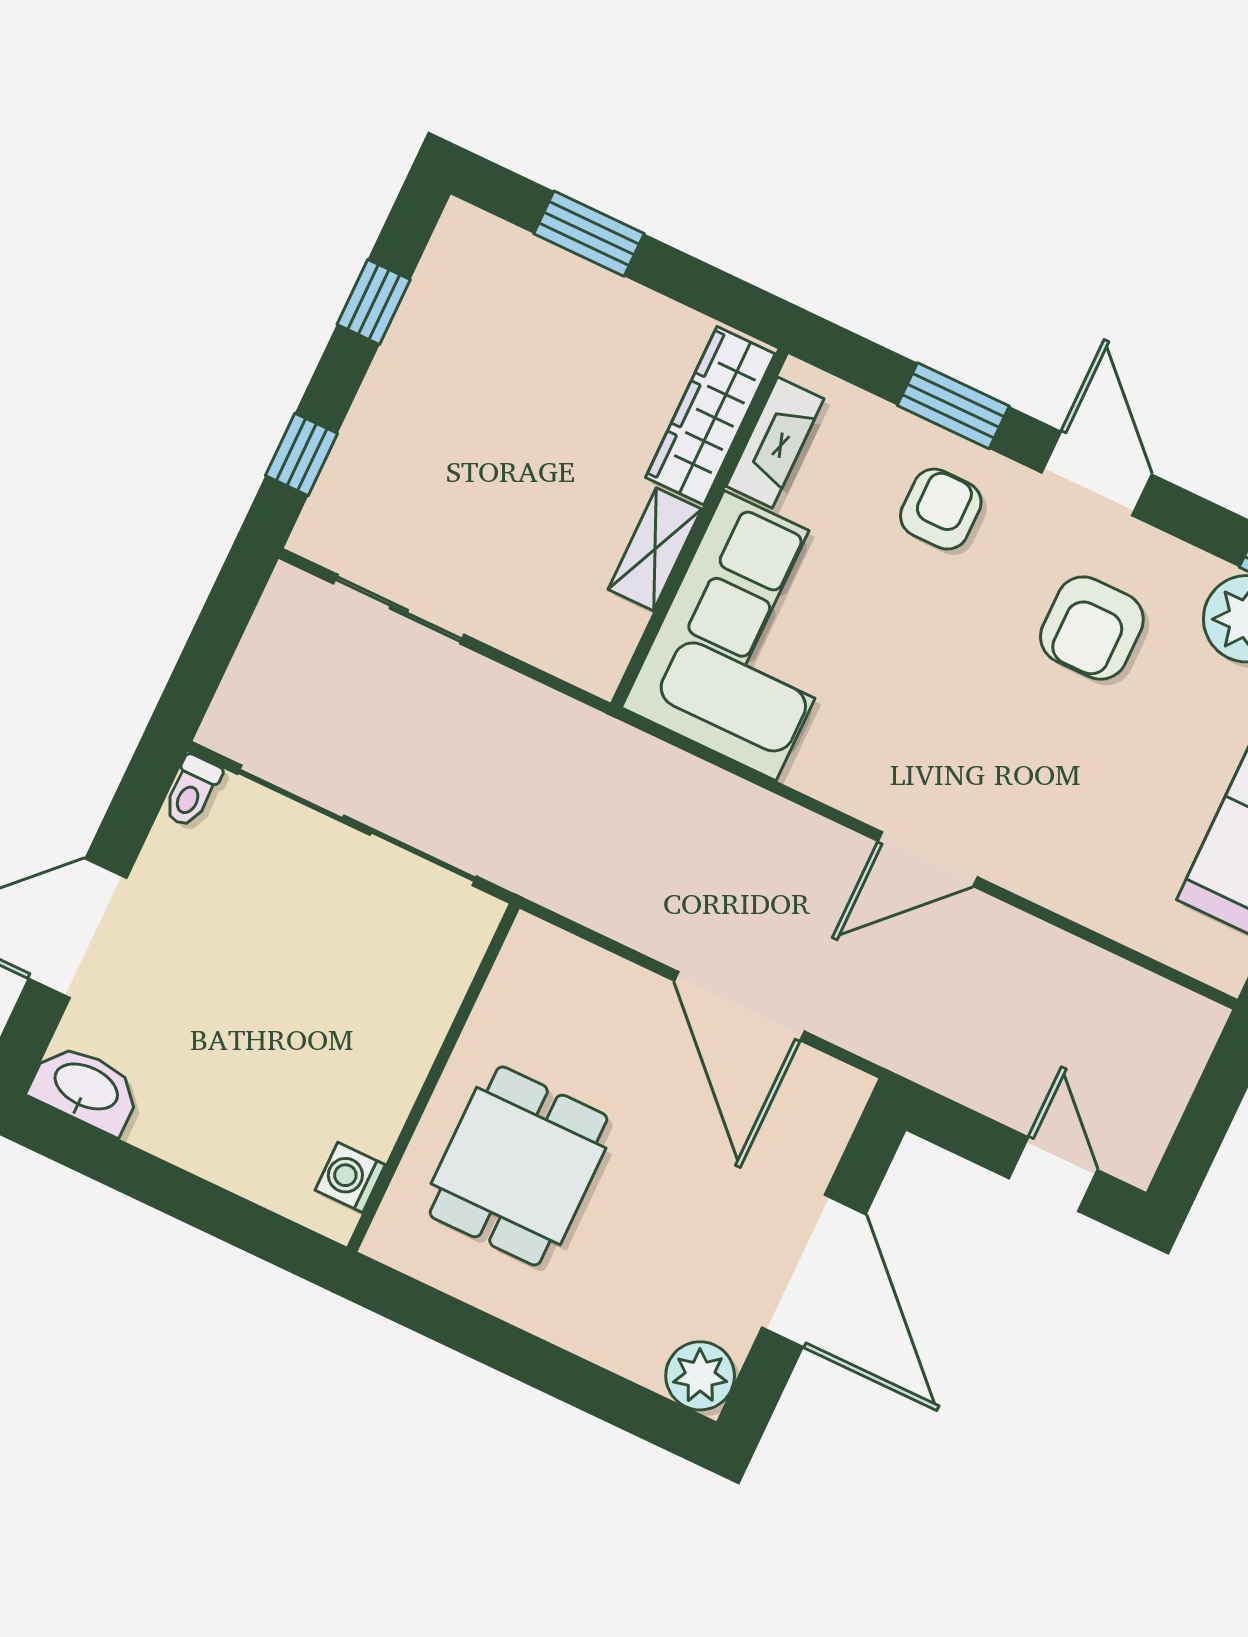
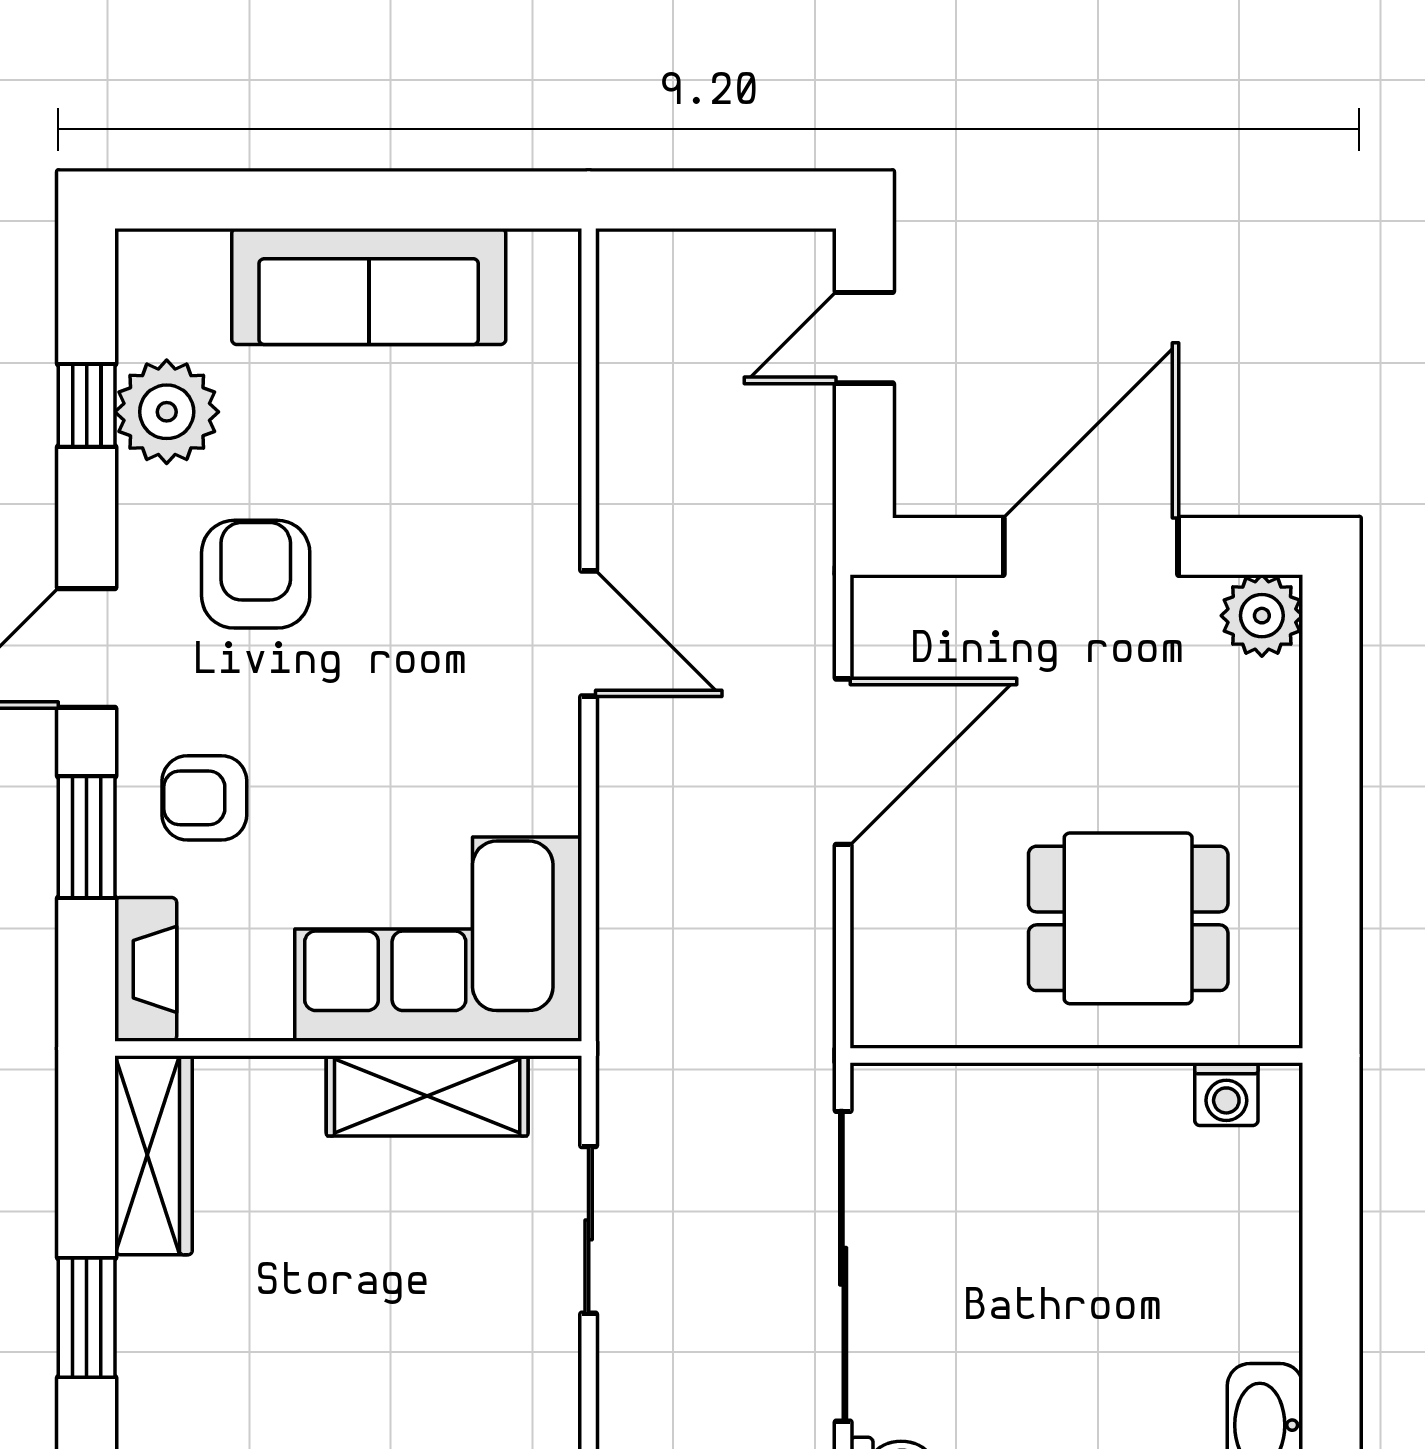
wardrobe: (710, 416) -> (153, 1155), moved, turned -90
fireplace: (775, 443) -> (146, 969), moved, turned 90
shelving: (655, 549) -> (427, 1096), width x1.50, depth x1.33
sliding door: (399, 609) -> (589, 1230), moved
armchair: (1092, 628) -> (256, 574), turned -90

